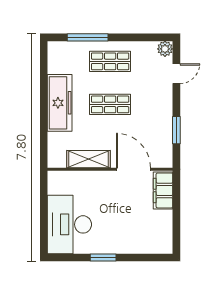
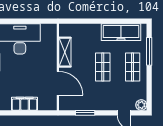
freezer: (60, 103) -> (121, 32), moved
door: (134, 169) -> (58, 83), hinge flipped
filing cabinet: (163, 190) -> (25, 104), moved

